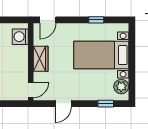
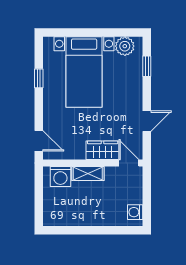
shelving: (23, 58) -> (88, 174), added
wardrobe: (41, 59) -> (103, 150), moved
door: (63, 104) -> (147, 121), hinge flipped

